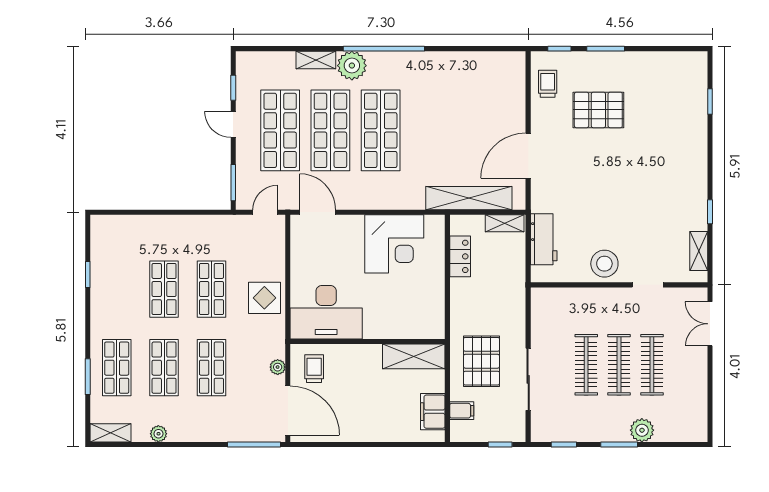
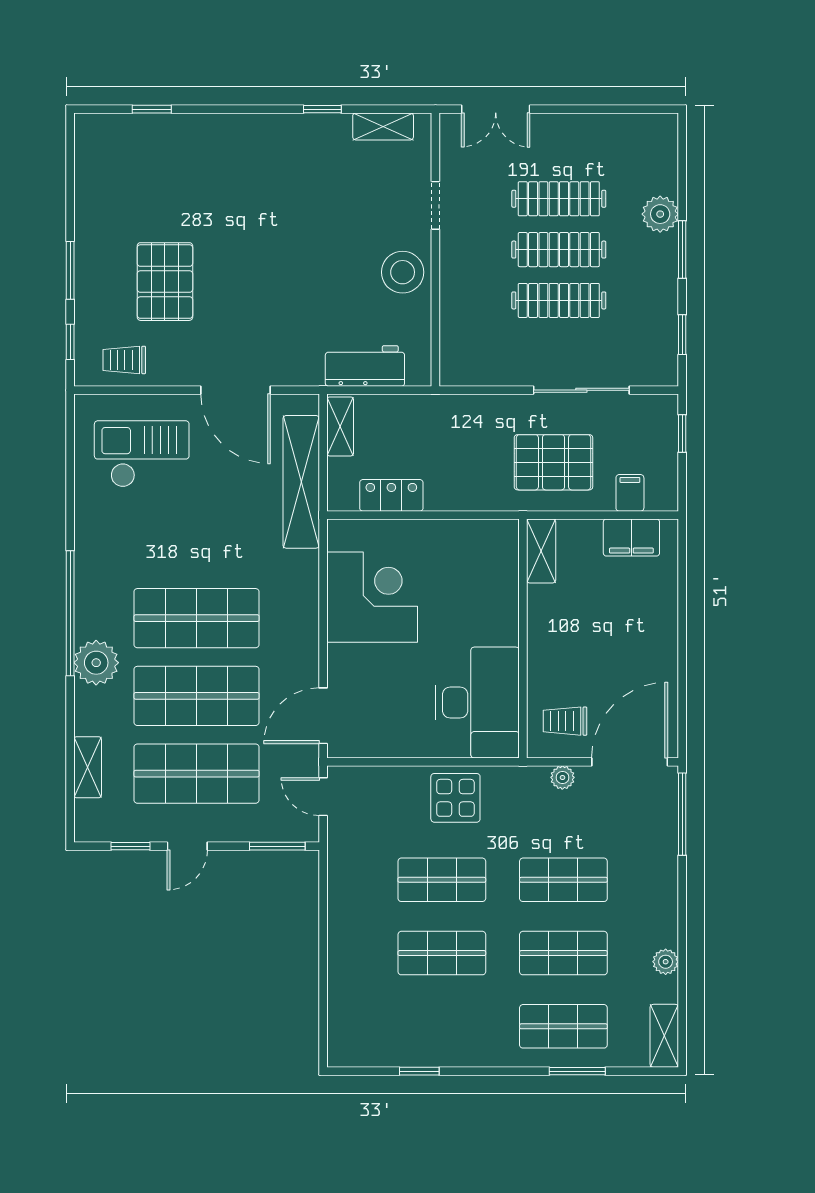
shelving: (316, 60) -> (88, 767), moved
checkout: (487, 95) -> (142, 454), added
shelving: (414, 356) -> (541, 551), width x0.67, depth x0.75

